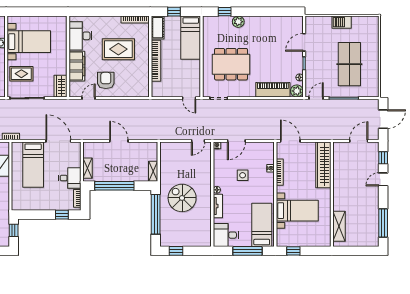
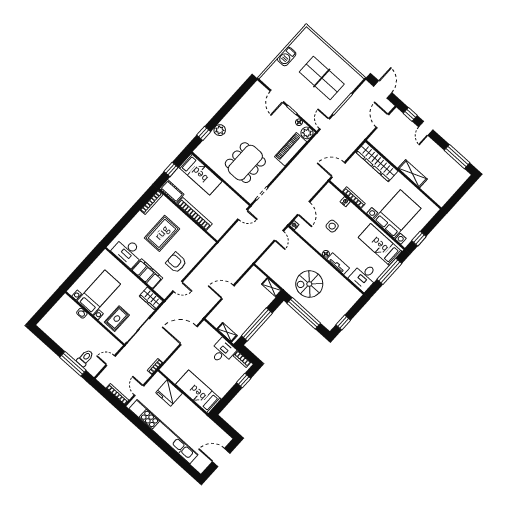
door: (88, 98) -> (178, 286), swing flipped
bed: (33, 165) -> (198, 392), moved, turned 180
bed with nightstands: (297, 211) -> (397, 214), width x1.36
shelving: (339, 226) -> (413, 174), moved
window: (14, 230) -> (224, 425), removed

